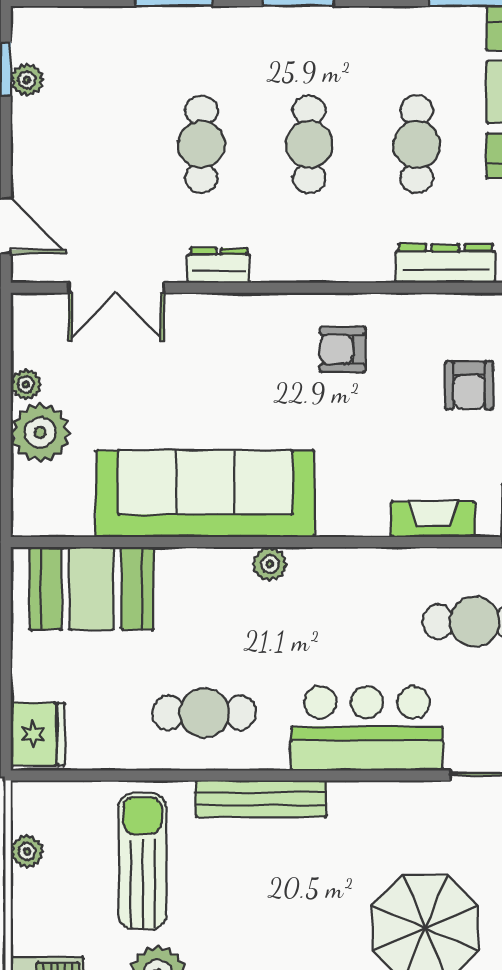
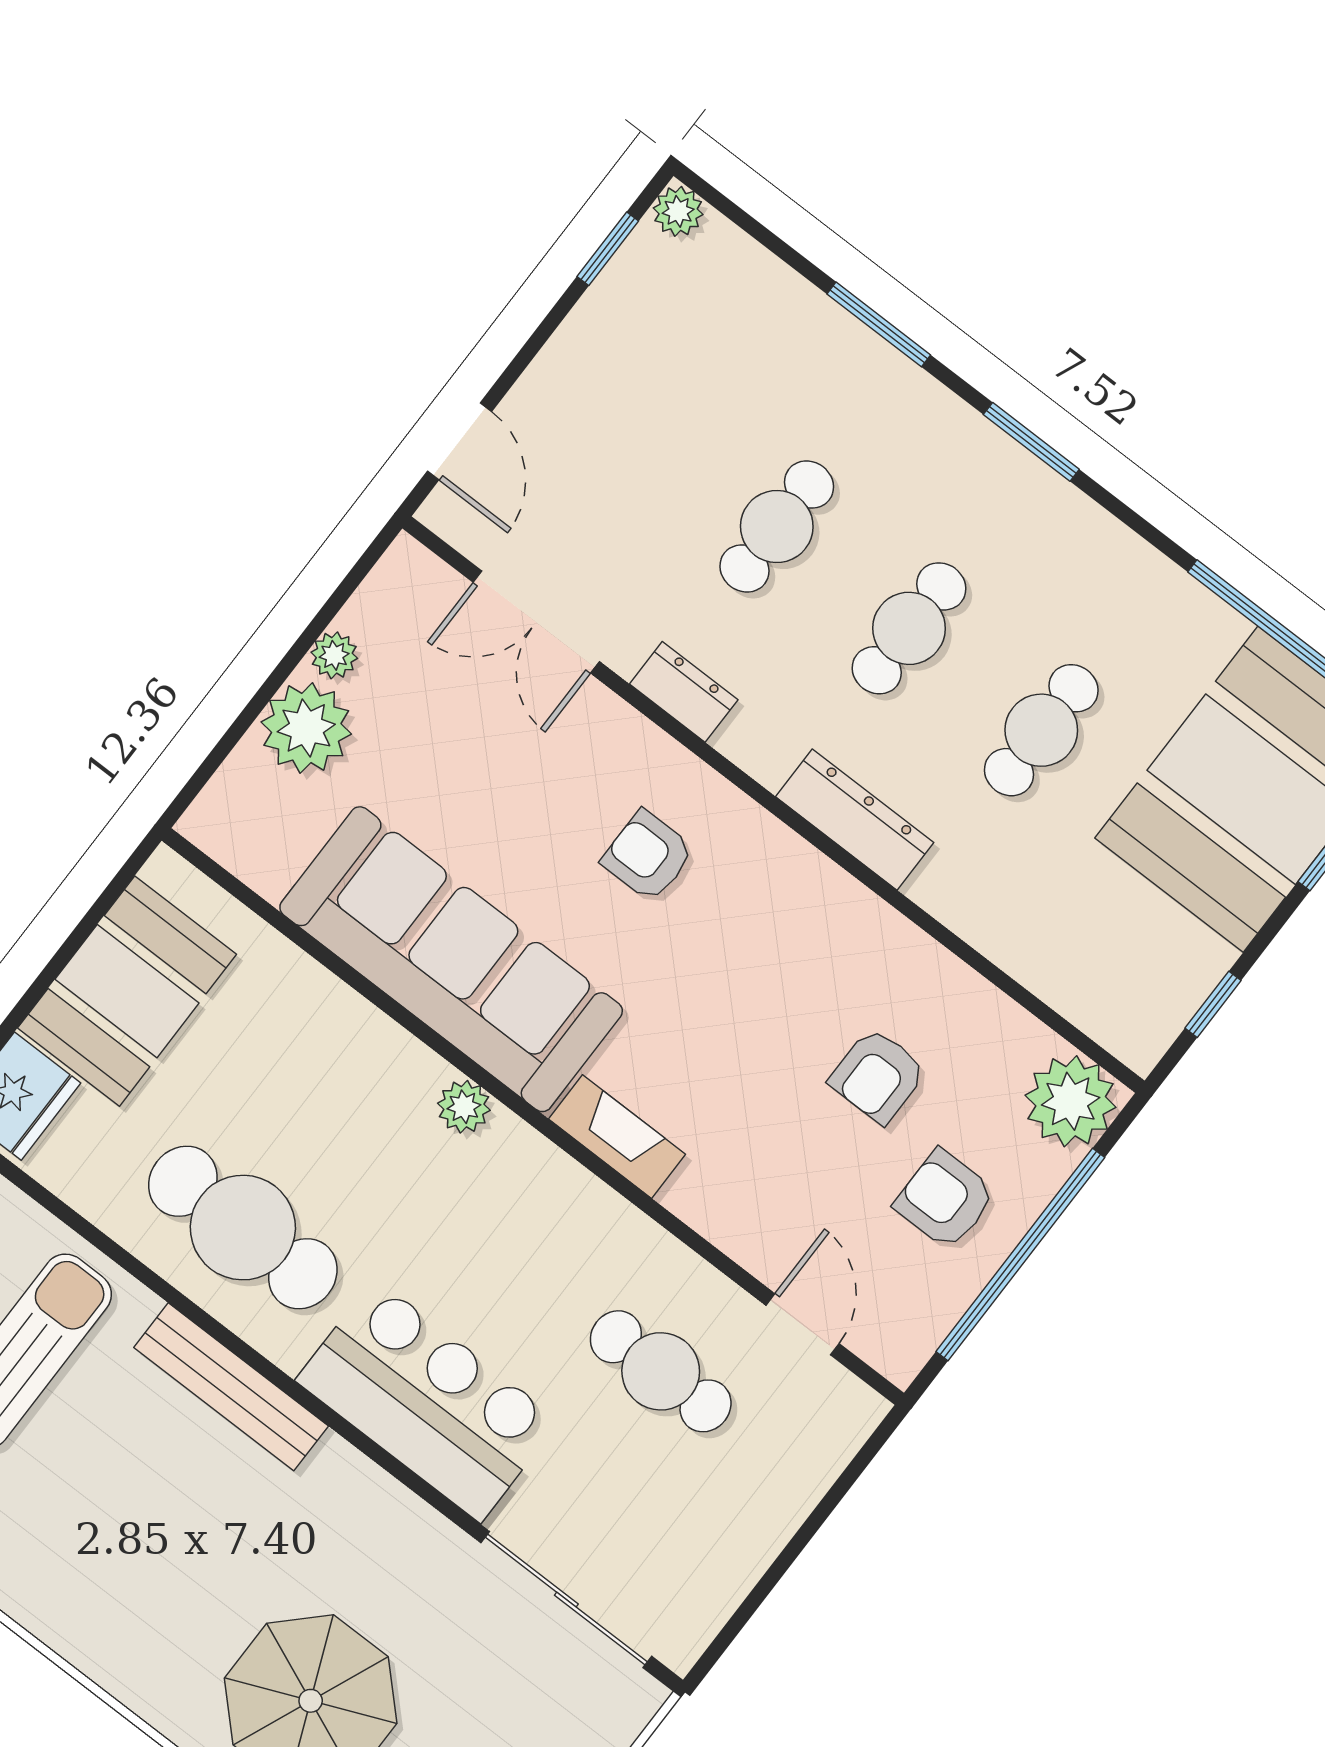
plant: (27, 80) -> (678, 211), moved
dresser: (445, 264) -> (855, 820), moved
armchair: (343, 349) -> (648, 856), moved
fireplace: (433, 519) -> (617, 1137), moved
booth: (91, 588) -> (127, 991), moved, turned 90
cafe table: (204, 713) -> (243, 1228), width x1.37, depth x1.35

